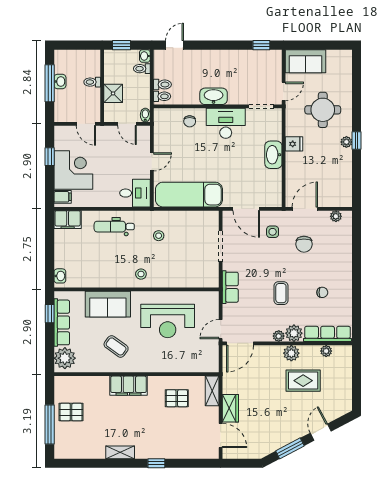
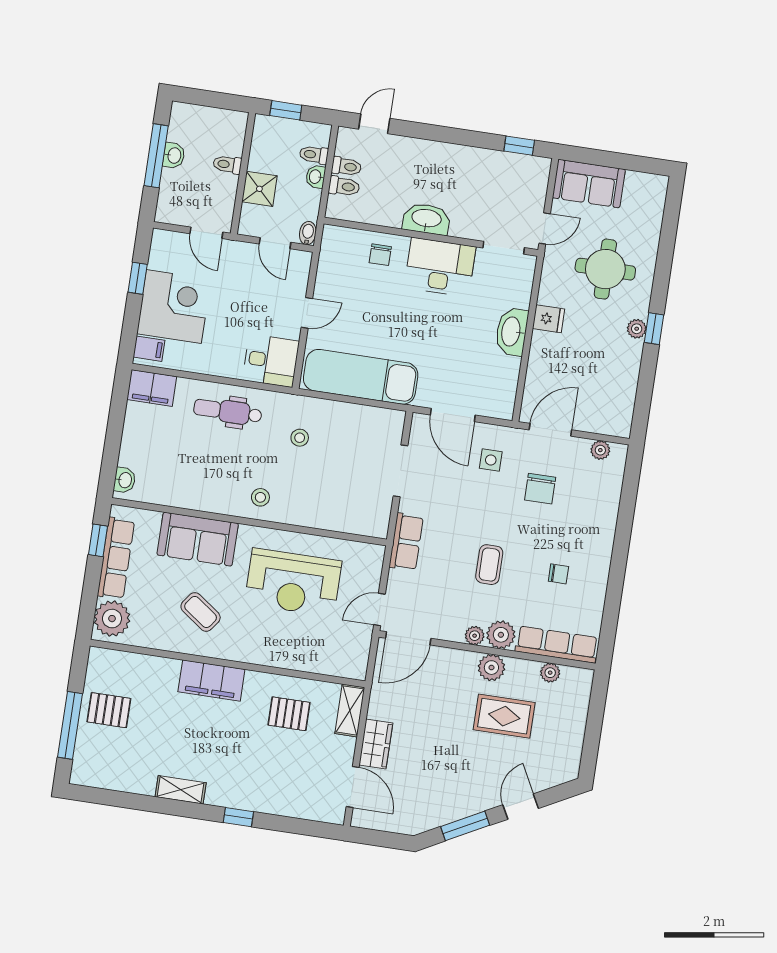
washbasin: (145, 56) -> (316, 177), moved
toilet: (162, 96) -> (346, 167), moved

